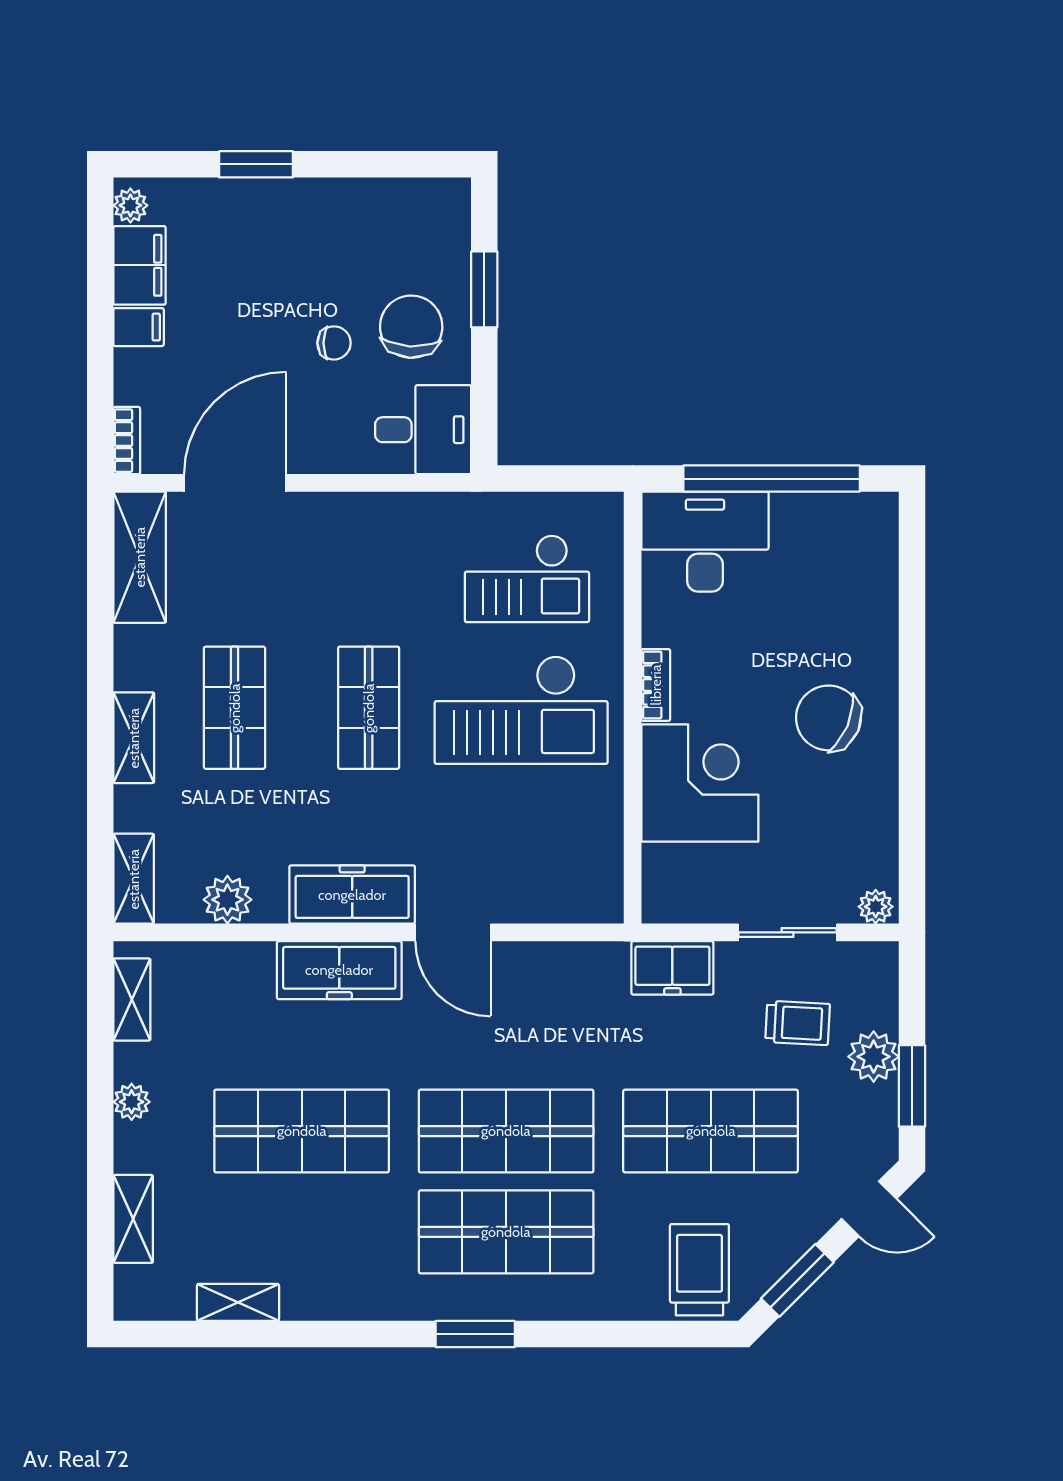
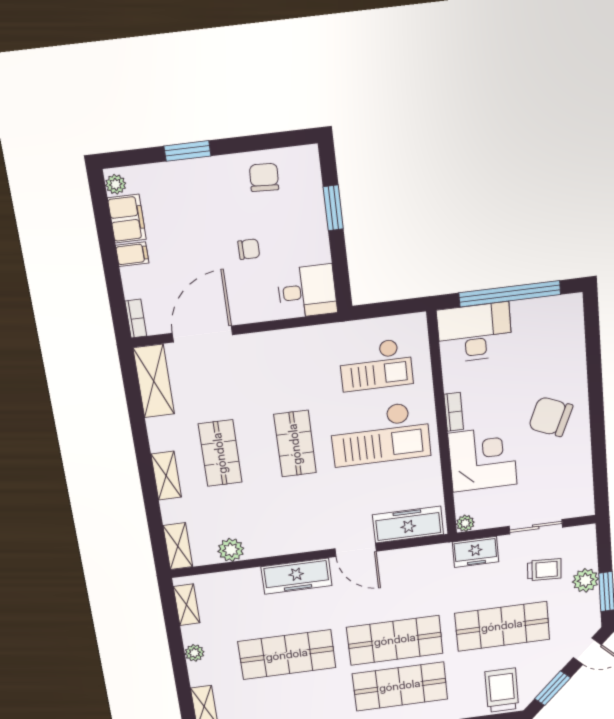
chair: (411, 327) -> (264, 177), moved, width x0.73, depth x0.73
freezer: (352, 895) -> (408, 525), moved
plant: (876, 907) -> (465, 523), moved

